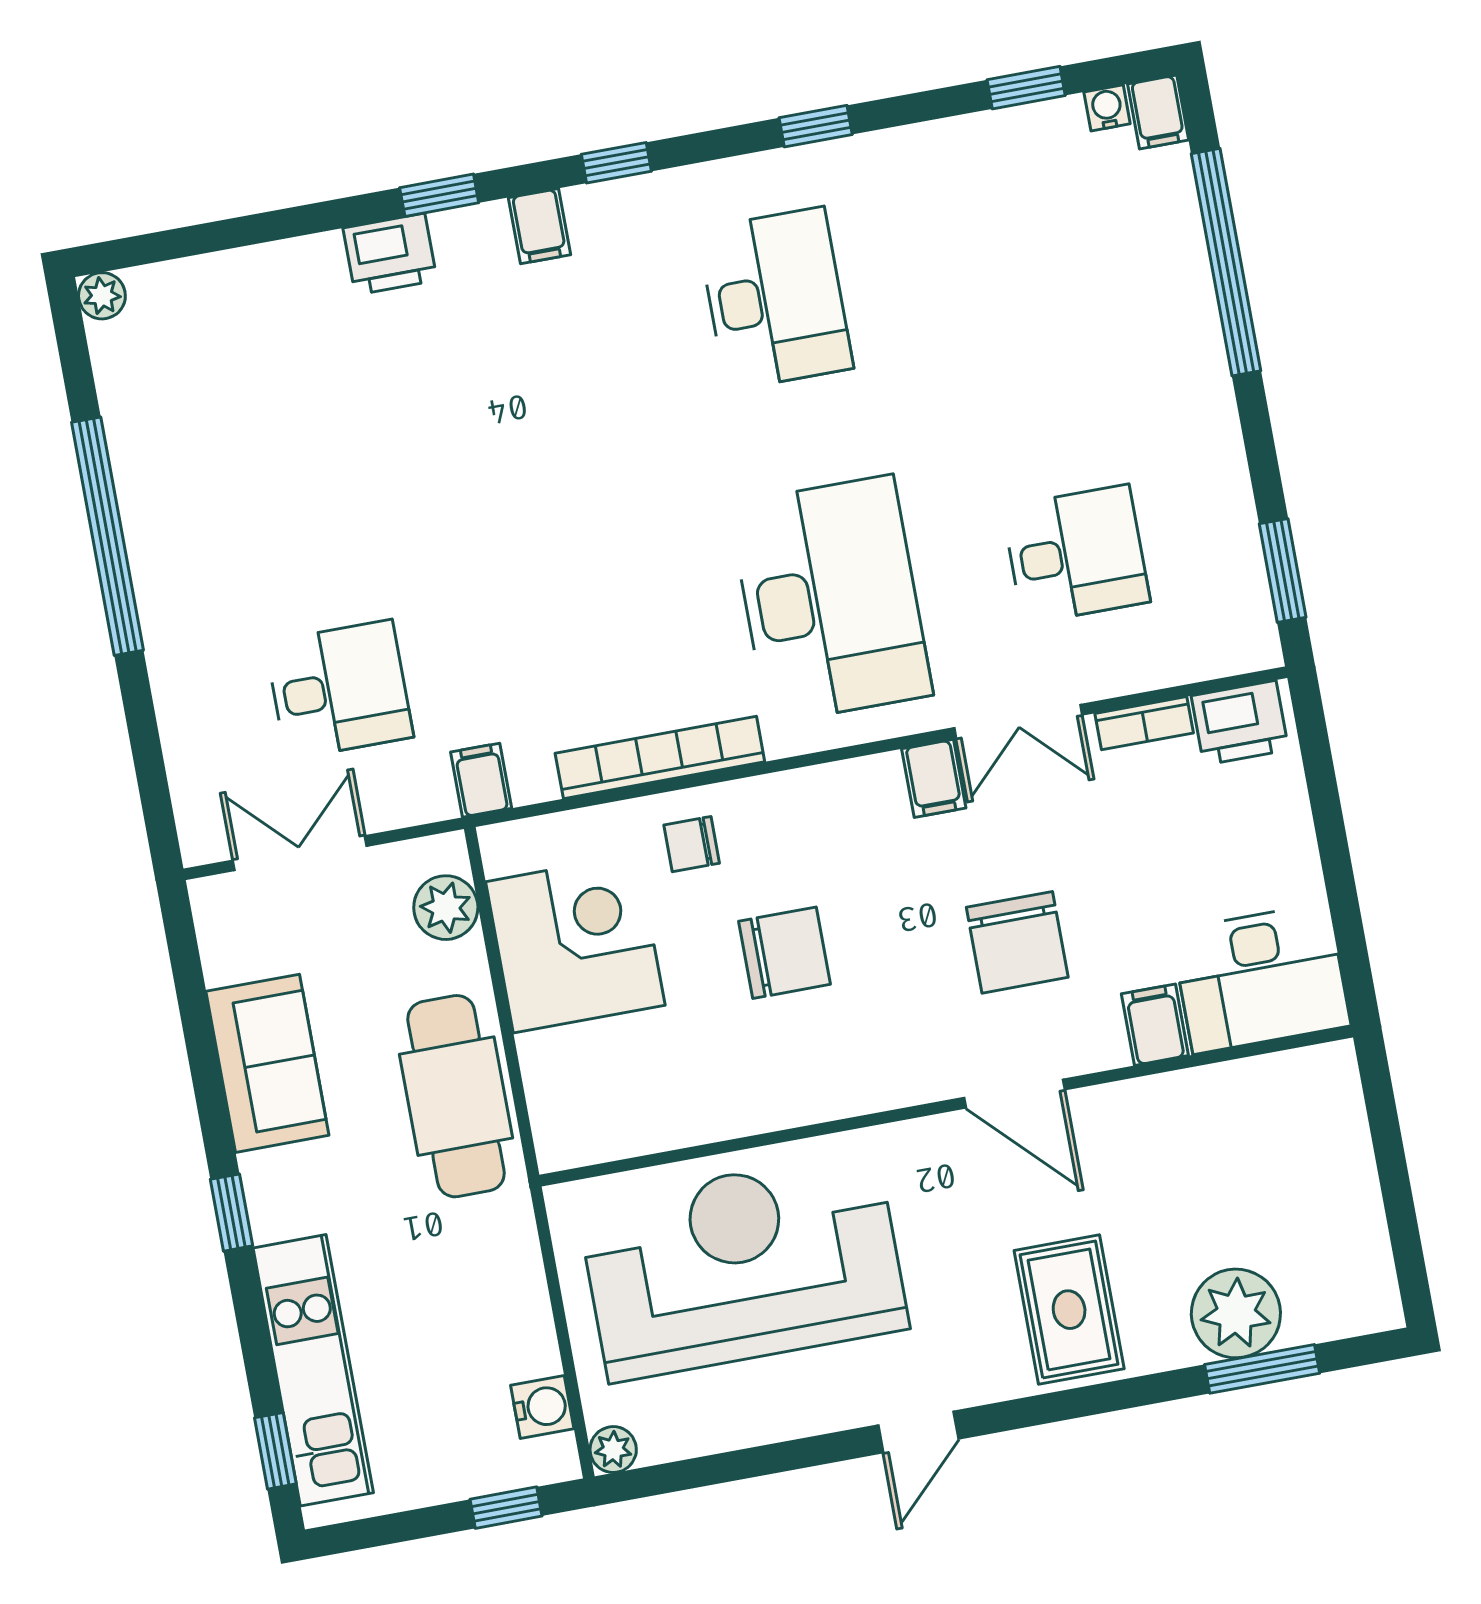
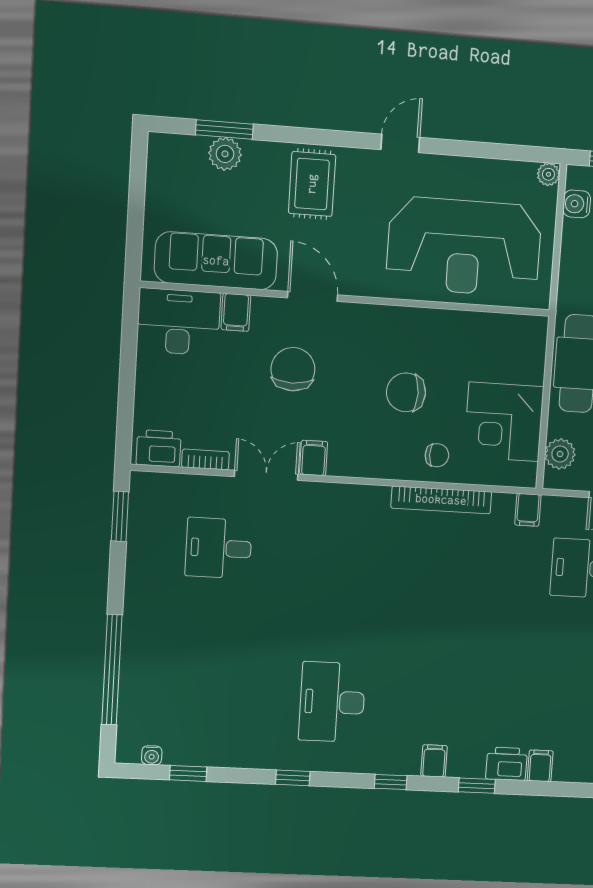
filing cabinet: (1158, 112) -> (540, 766), moved
desk: (830, 600) -> (342, 555), removed
sofa: (1217, 1114) -> (216, 261), added
plant: (1236, 1313) -> (225, 154), width x0.73, depth x0.73

